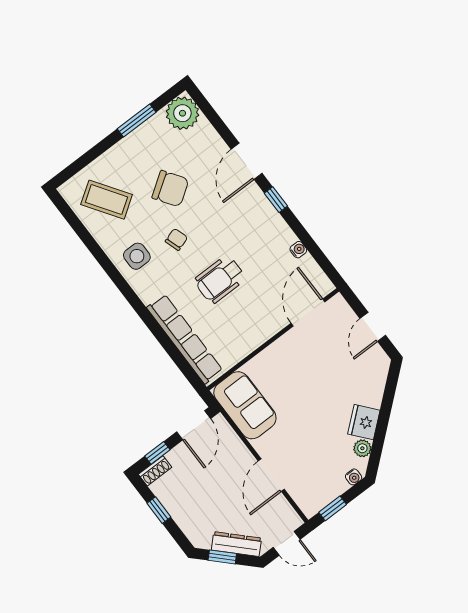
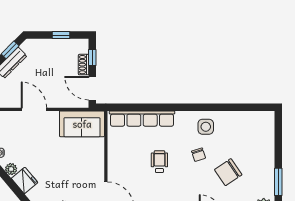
coffee table: (107, 200) -> (248, 134), removed
wheelchair: (220, 279) -> (159, 162), width x0.73, depth x0.73
shoe rack: (155, 471) -> (84, 65), moved

